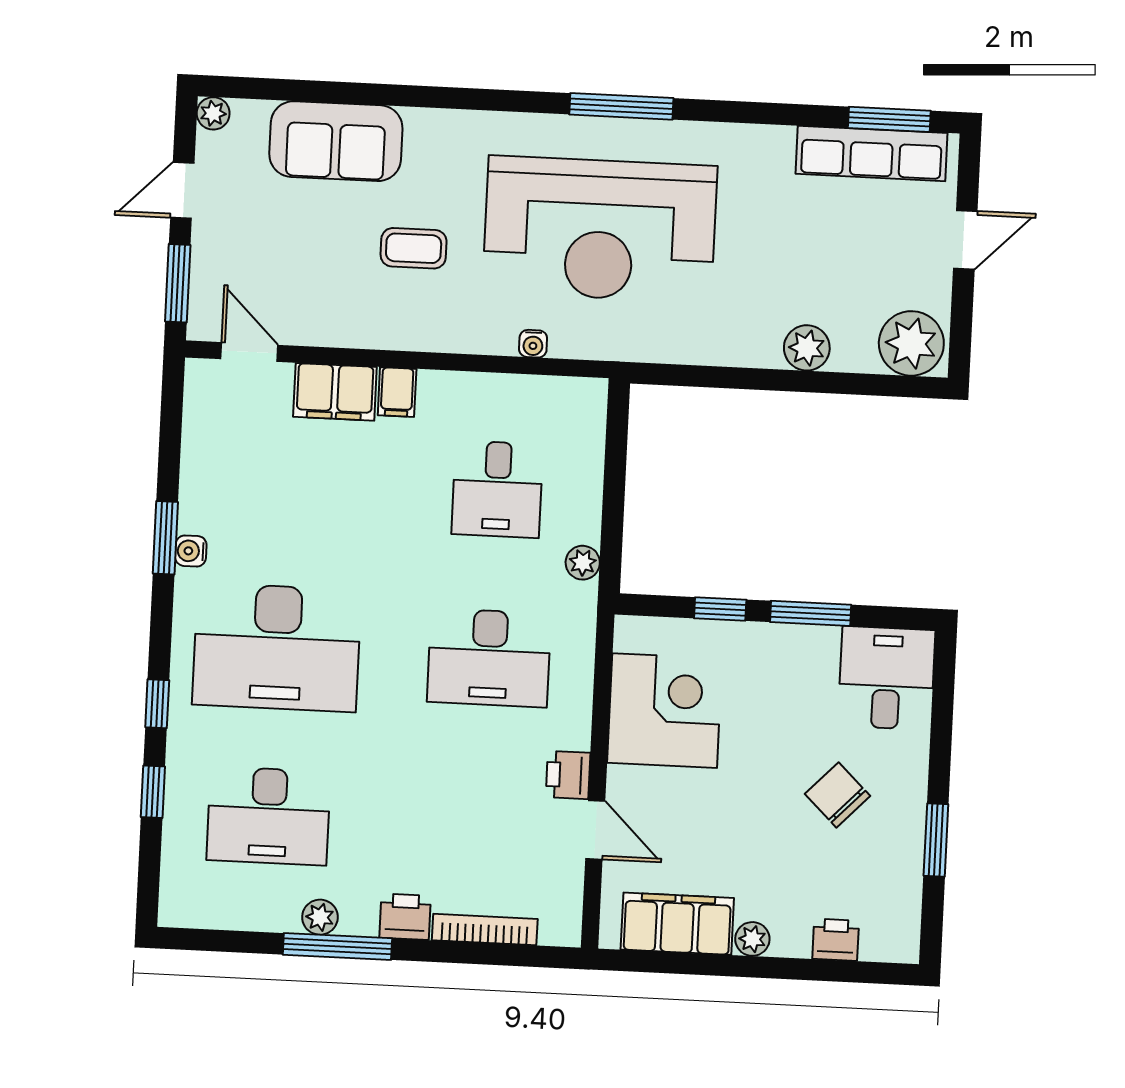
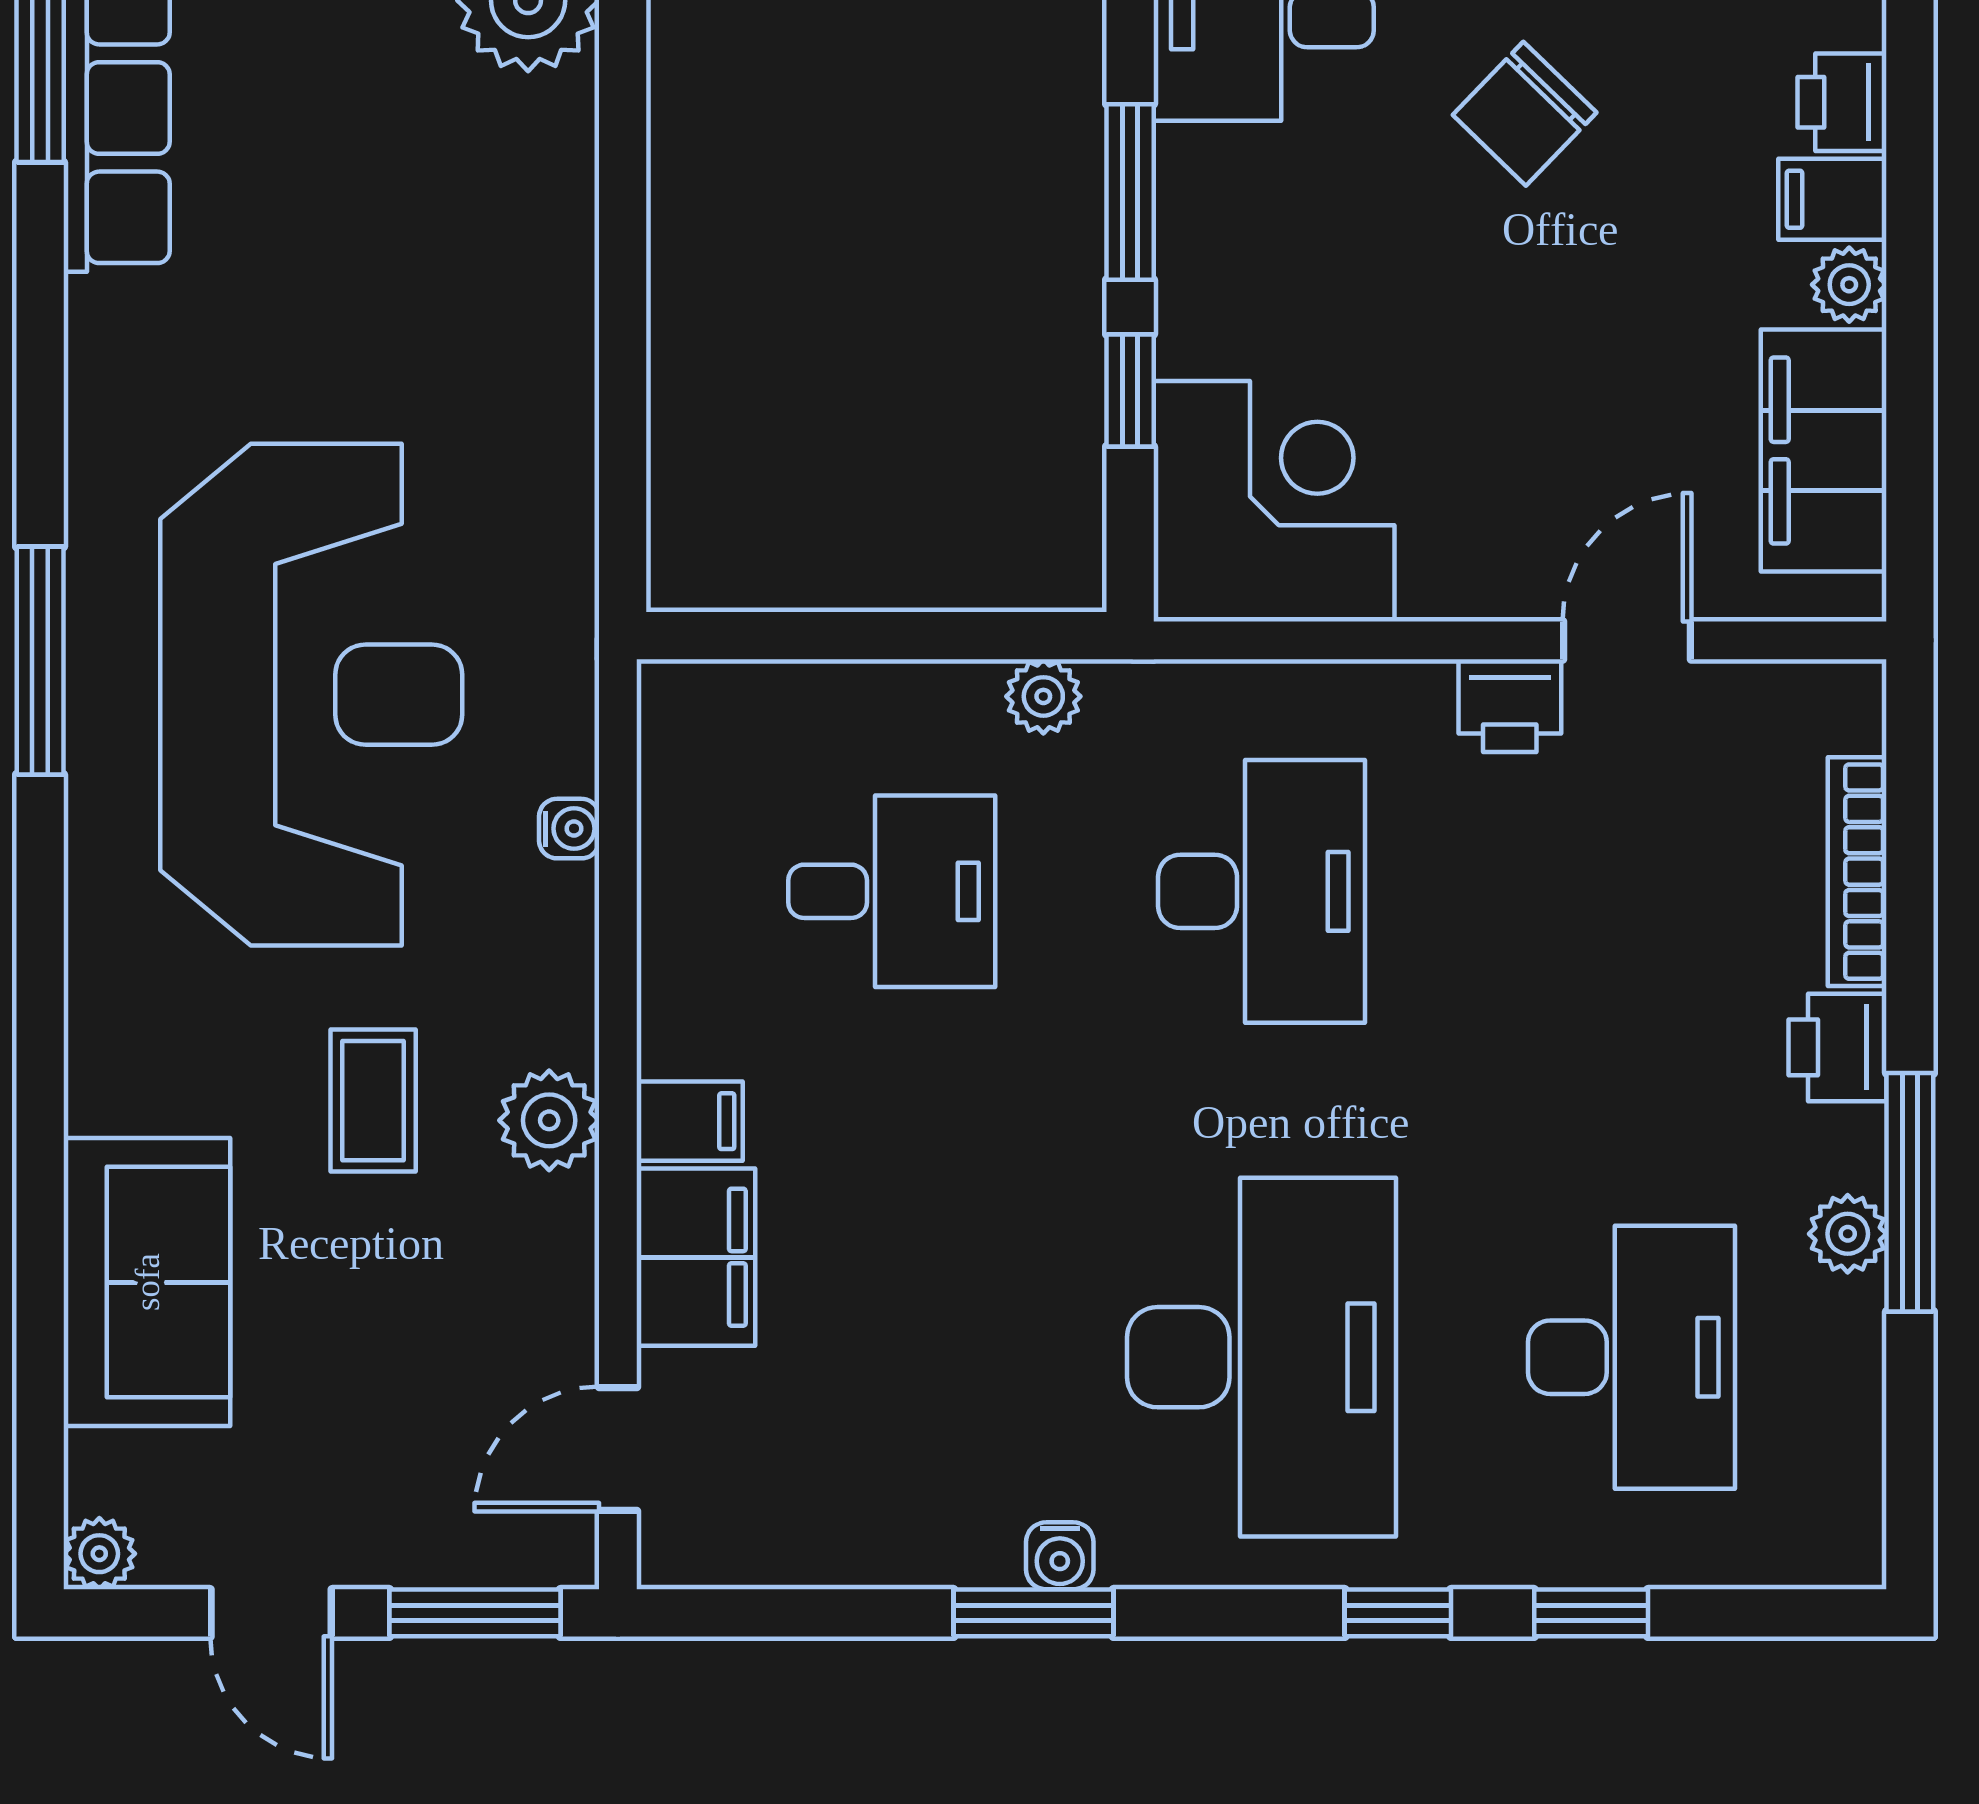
plant: (807, 348) -> (549, 1120), moved
corner desk: (665, 711) -> (1274, 501), moved, turned 90
filing cabinet: (792, 933) -> (1832, 199), added

